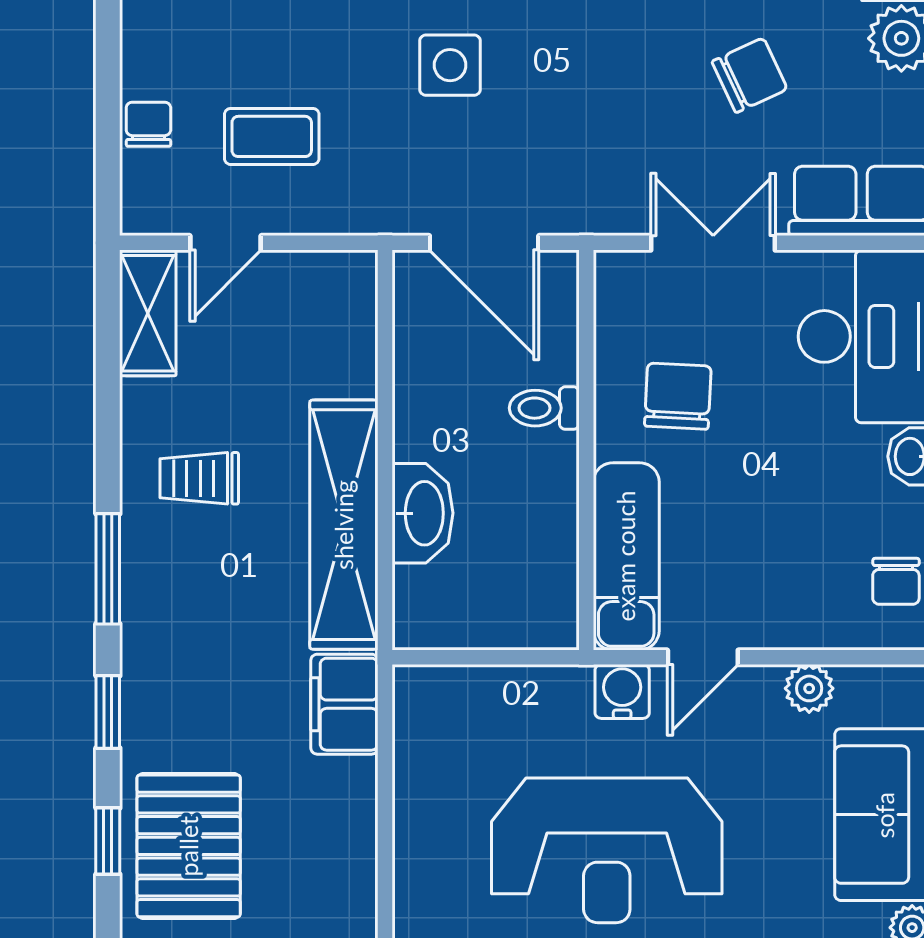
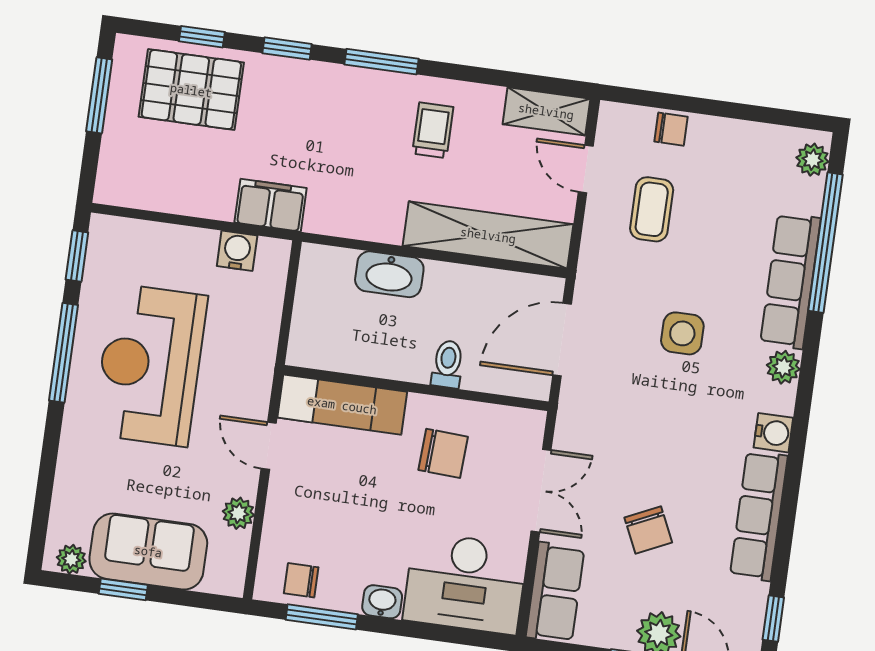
shelving: (344, 525) -> (488, 235), moved
water cooler: (622, 691) -> (237, 251), moved, turned -90

